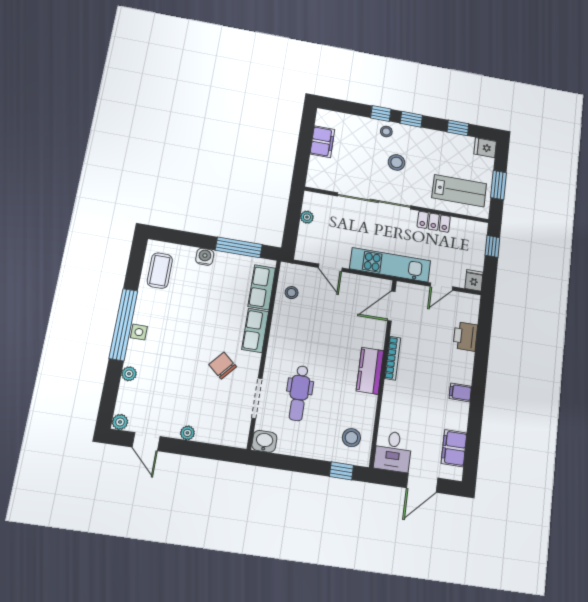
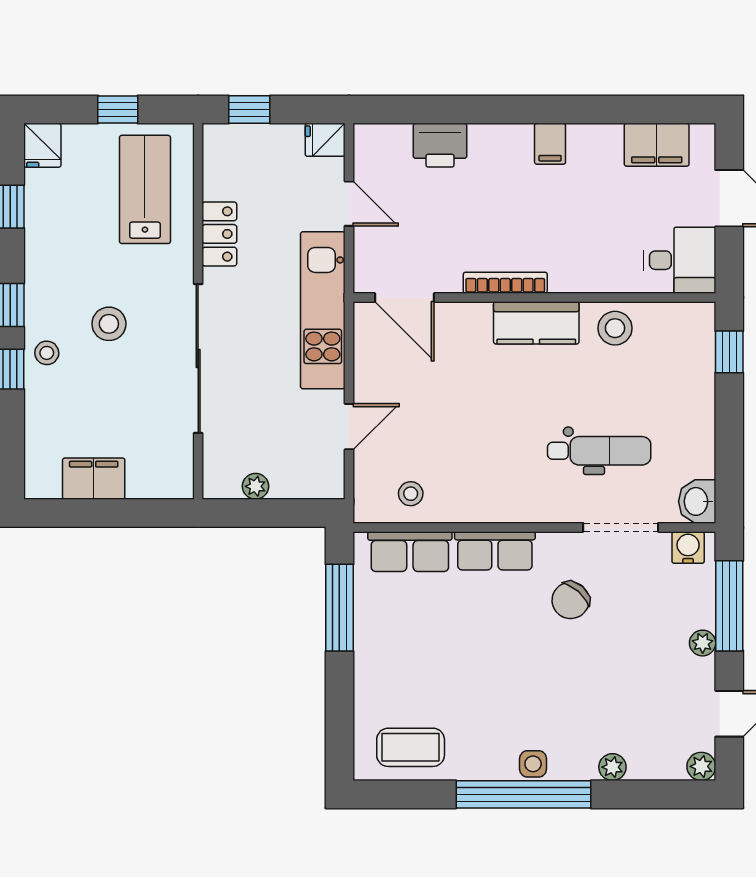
window: (499, 185) -> (118, 110), width x0.67
water cooler: (205, 257) -> (688, 548), moved, turned 90
stool: (351, 438) -> (615, 328), moved
window: (205, 451) -> (729, 606), added

